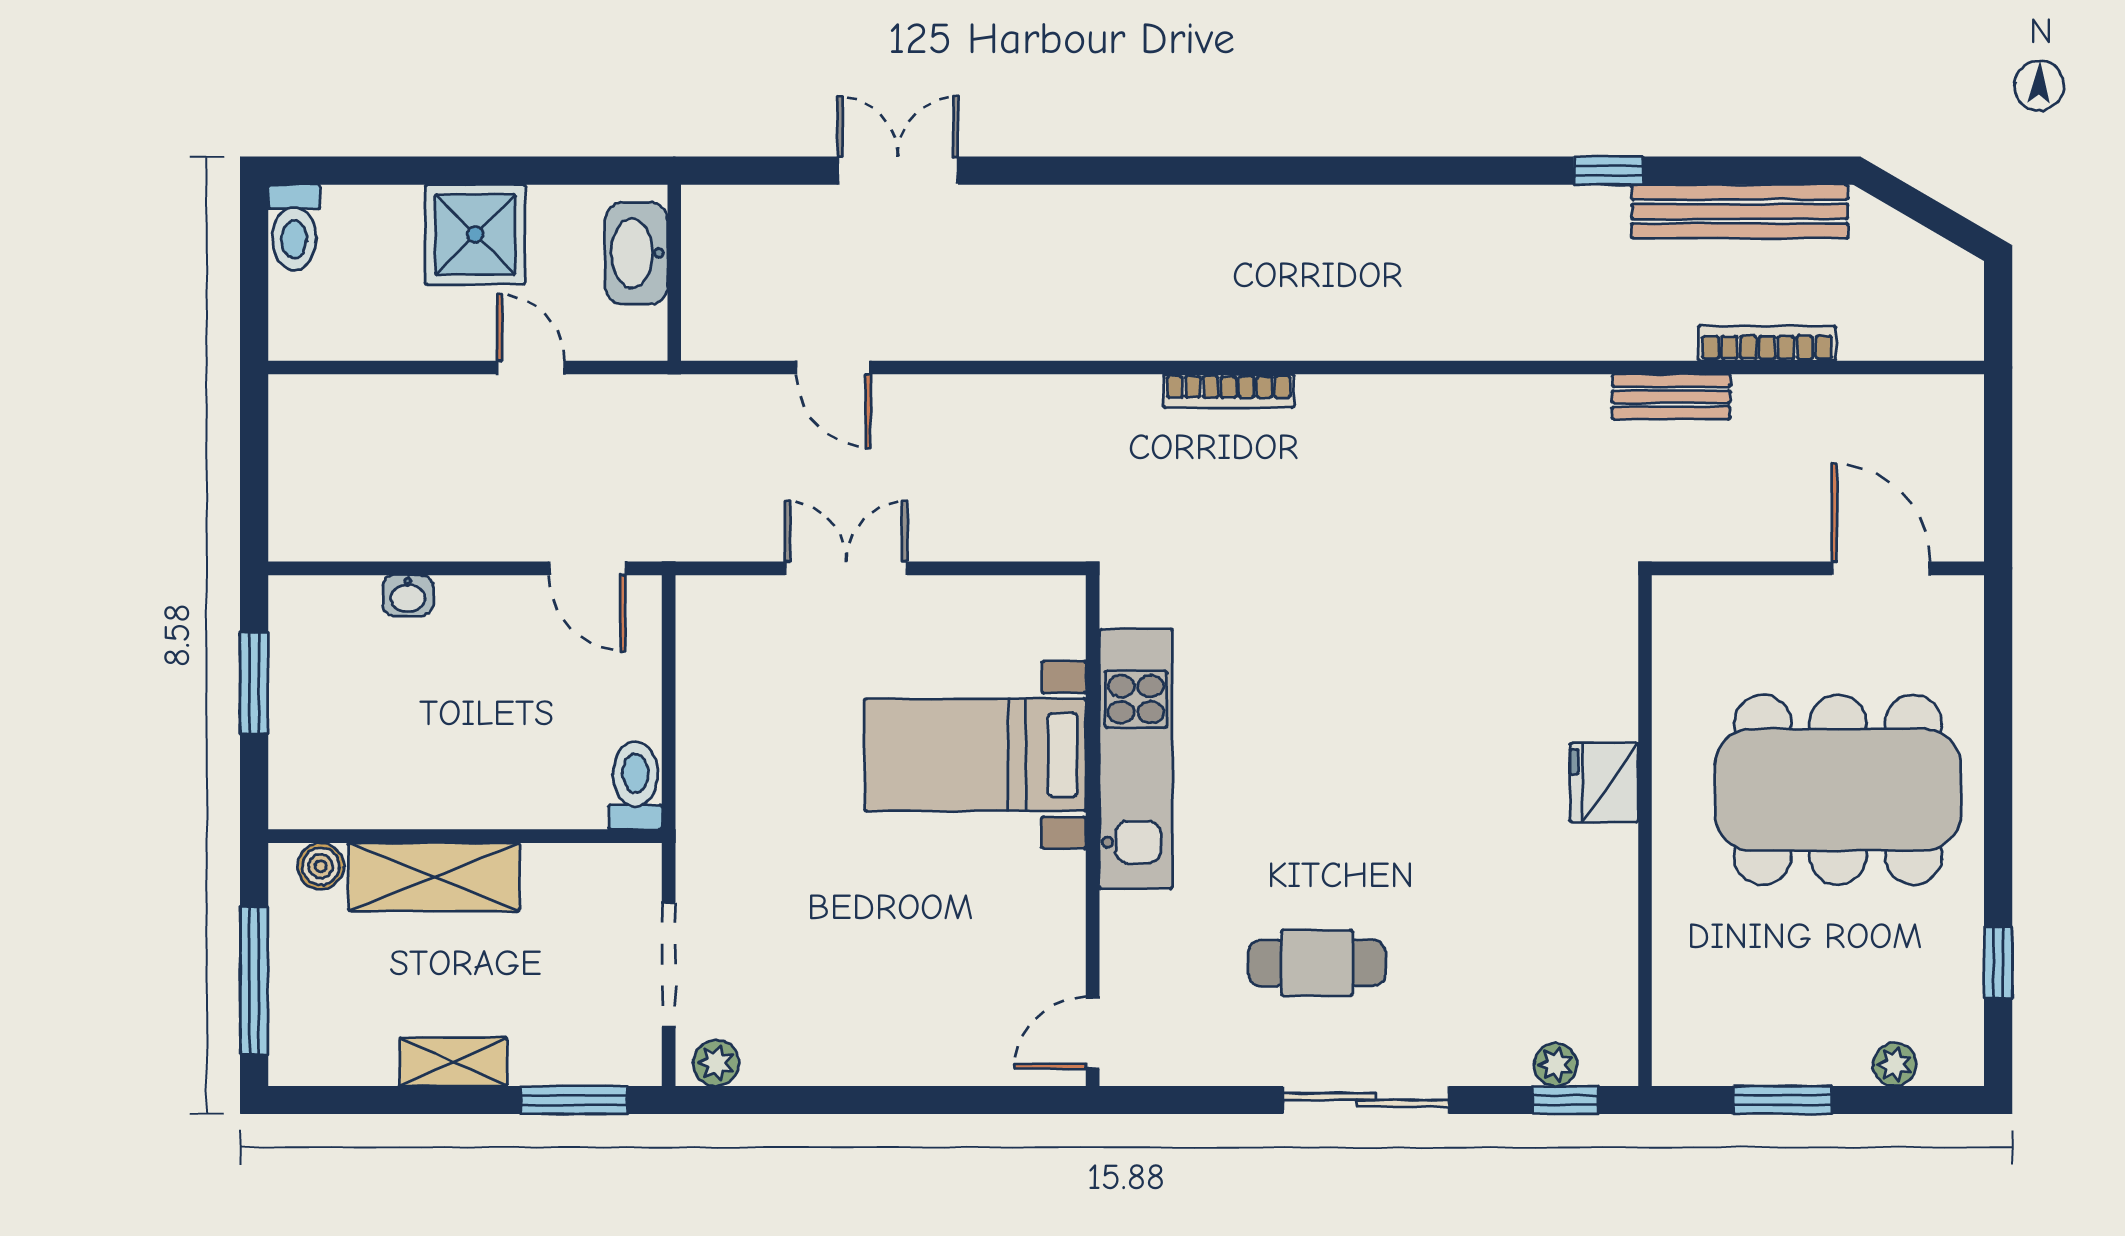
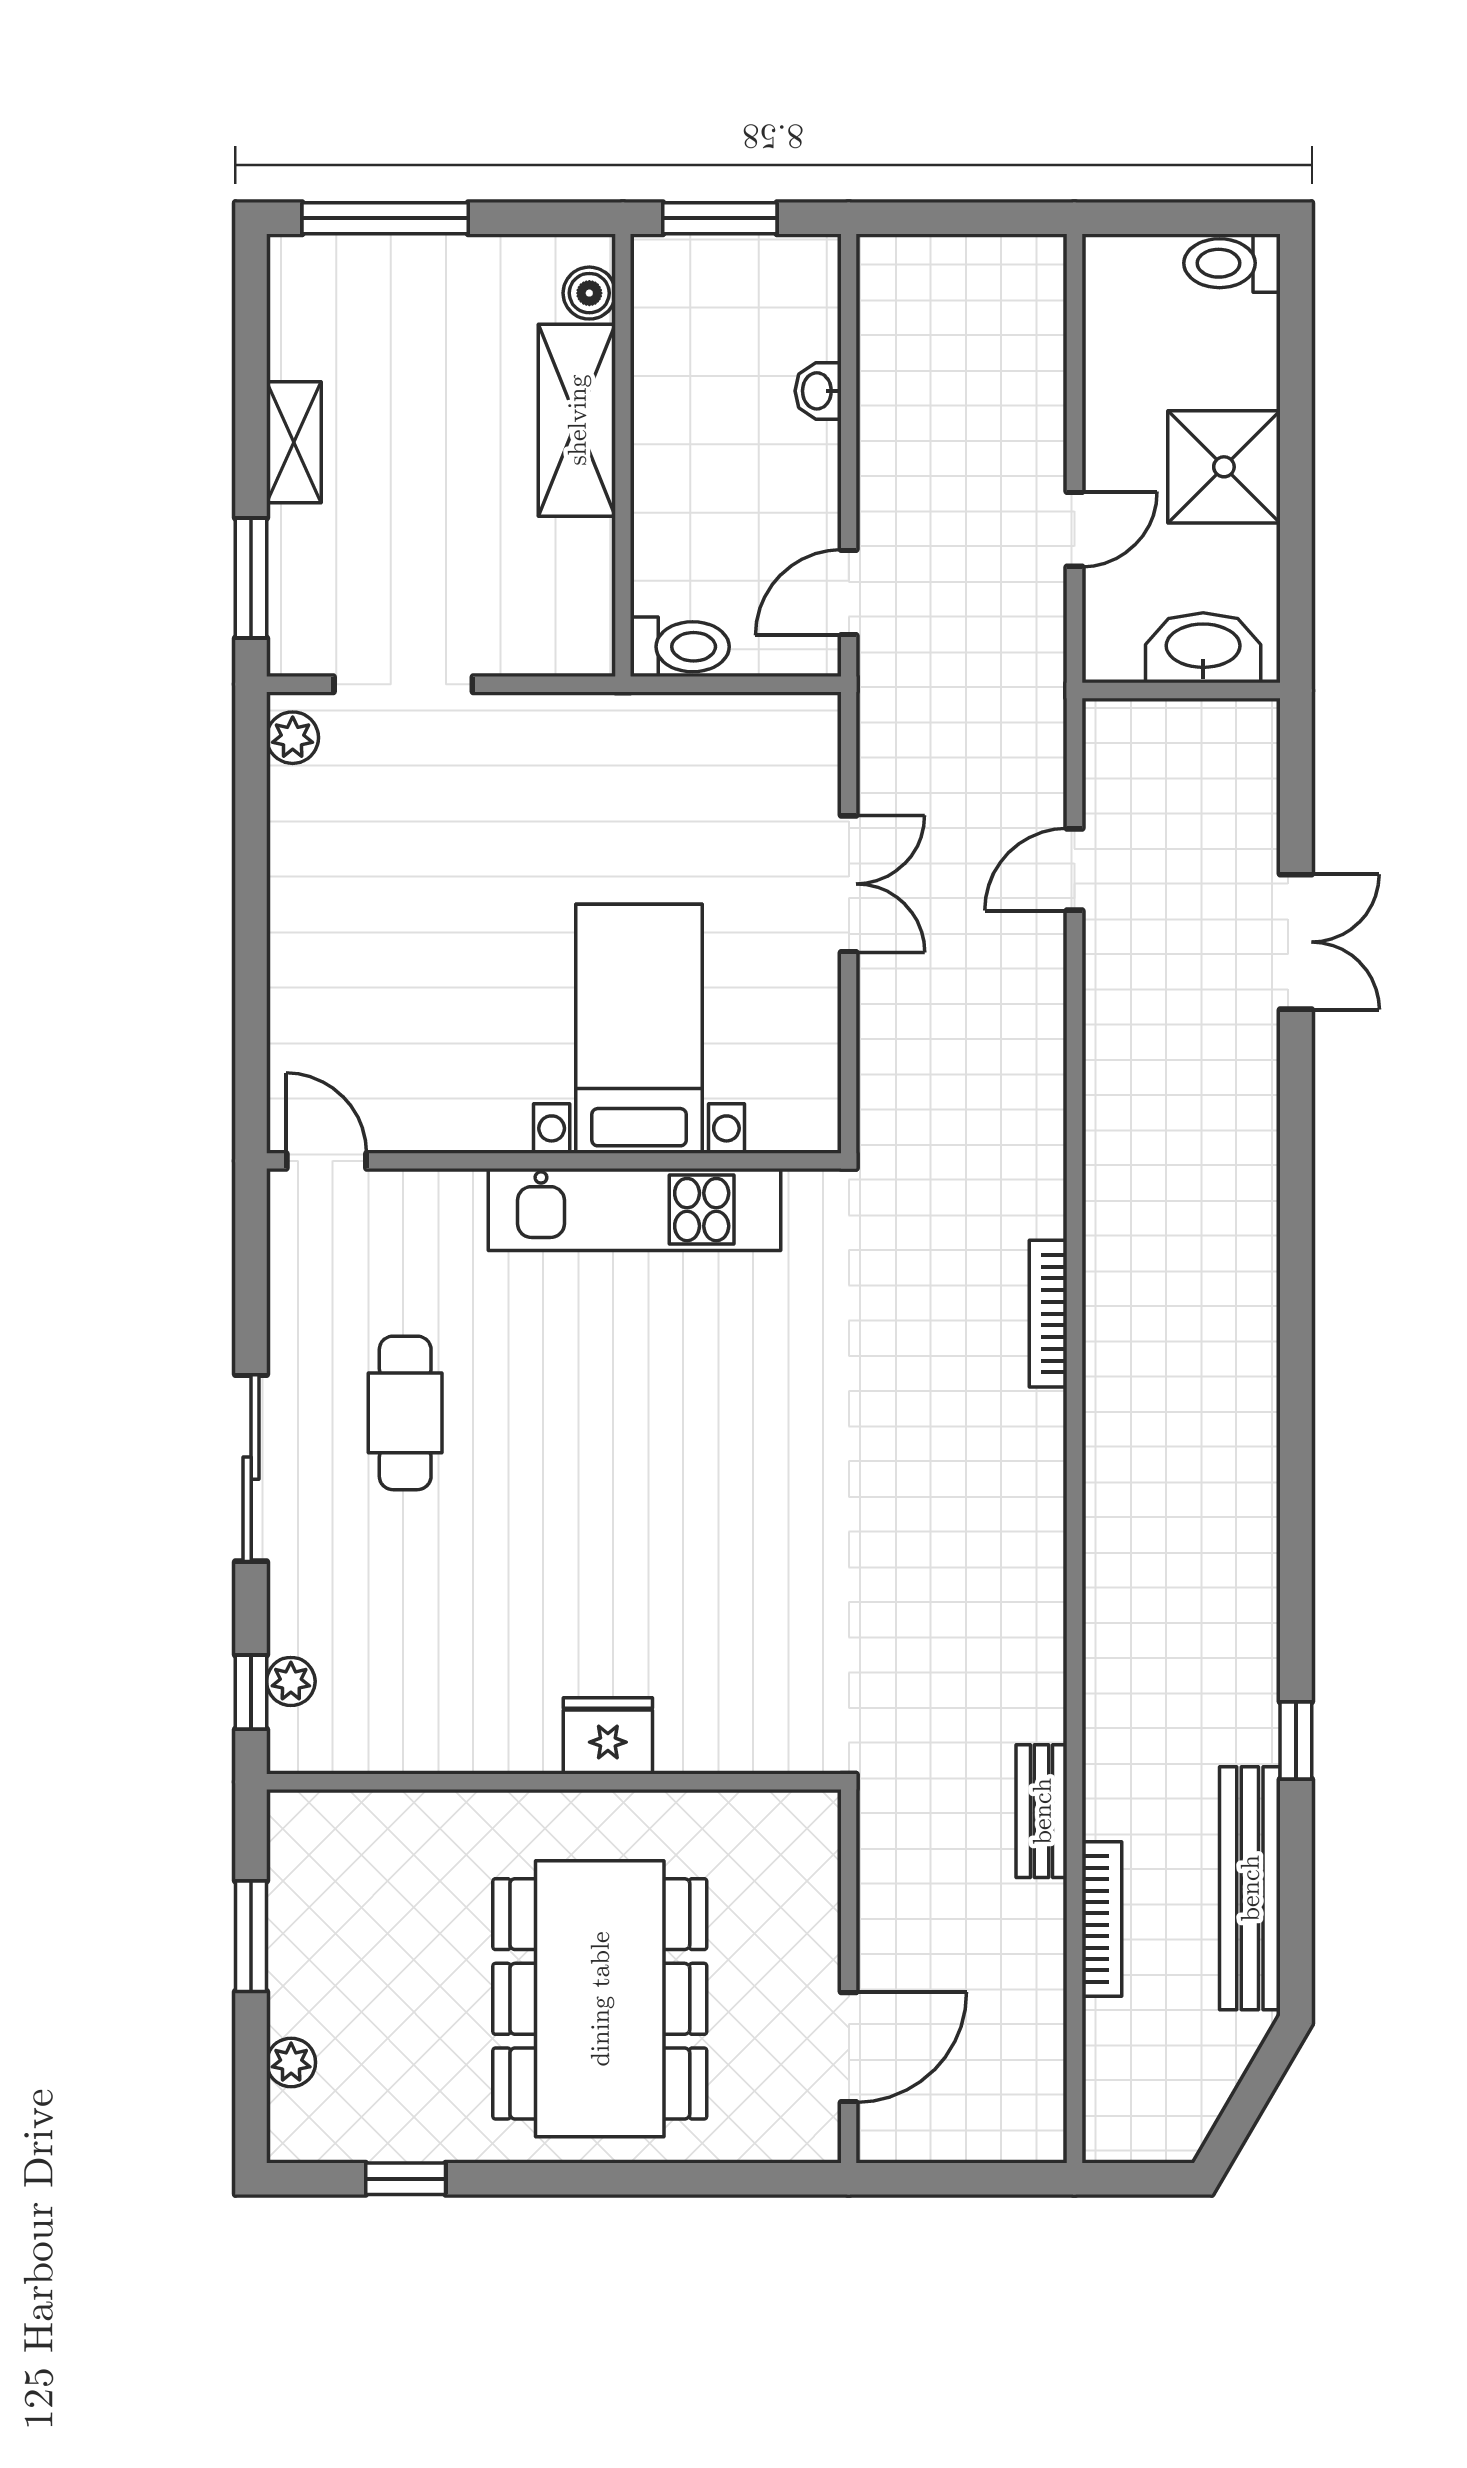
toilet: (635, 786) -> (680, 647), moved
wall: (465, 836) -> (623, 455), moved
boiler: (321, 866) -> (589, 293), moved
shelving: (434, 877) -> (577, 420), moved

